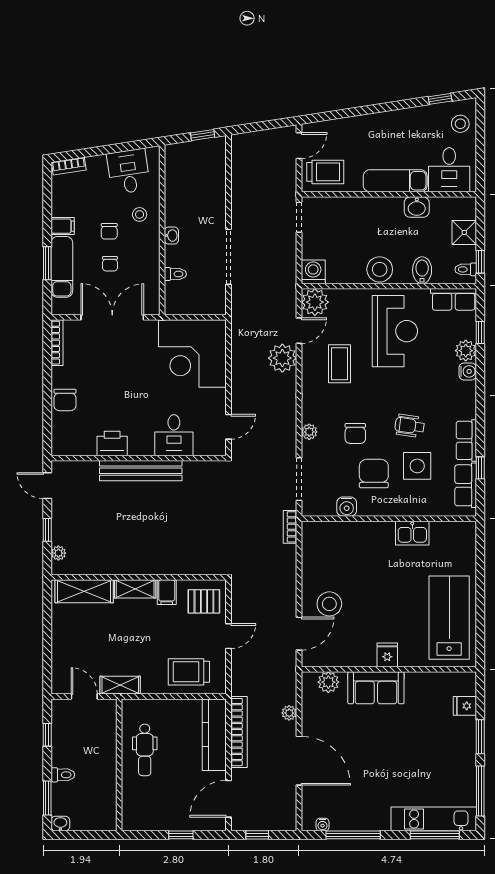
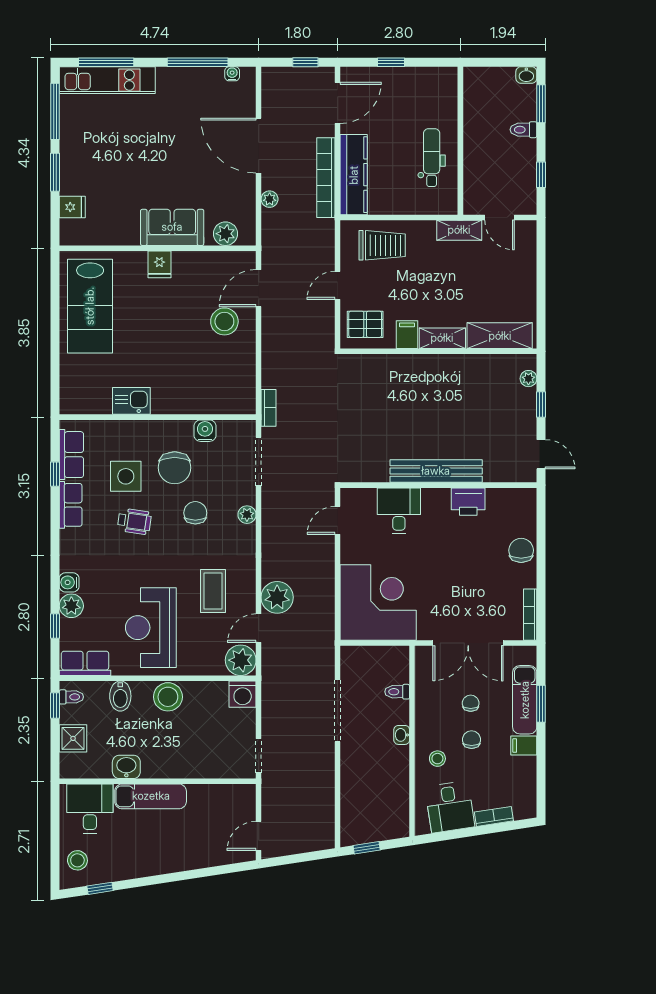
bookcase: (69, 166) -> (494, 816), moved
trolley: (325, 172) -> (229, 806), removed

